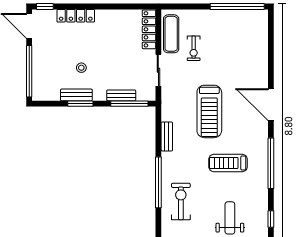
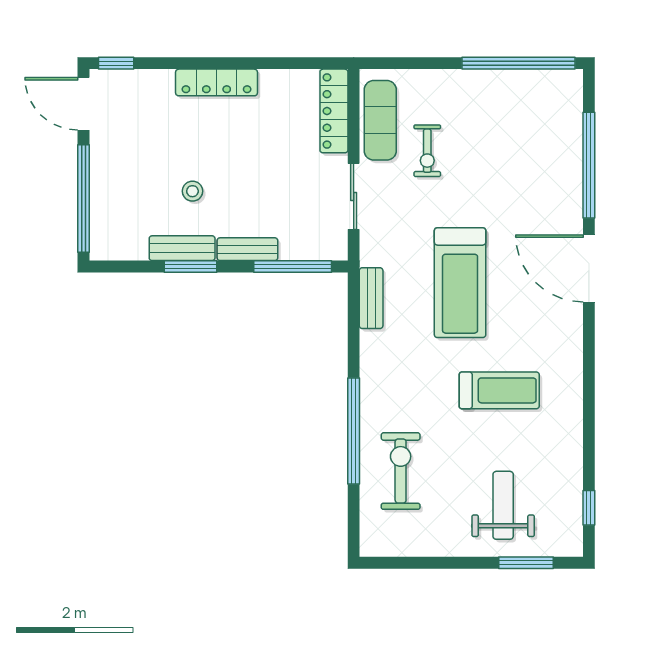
locker: (76, 16) -> (217, 82), moved
bench: (121, 95) -> (247, 249), moved
bench: (167, 136) -> (371, 298), moved
treadmill: (228, 163) -> (499, 390), turned 180
window: (271, 163) -> (589, 165), moved

